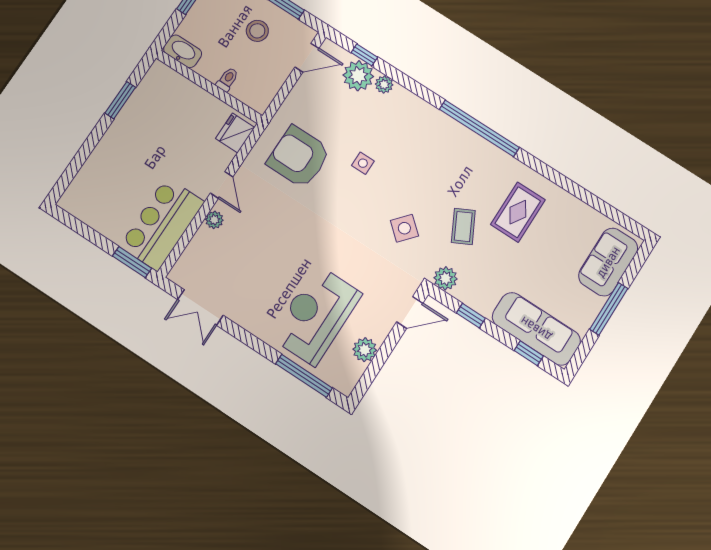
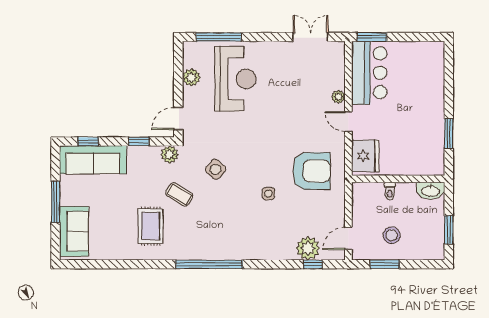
plant: (384, 84) -> (288, 253), removed
fridge: (235, 133) -> (365, 156), width x1.36, depth x1.34
coffee table: (463, 227) -> (179, 195), turned -31

